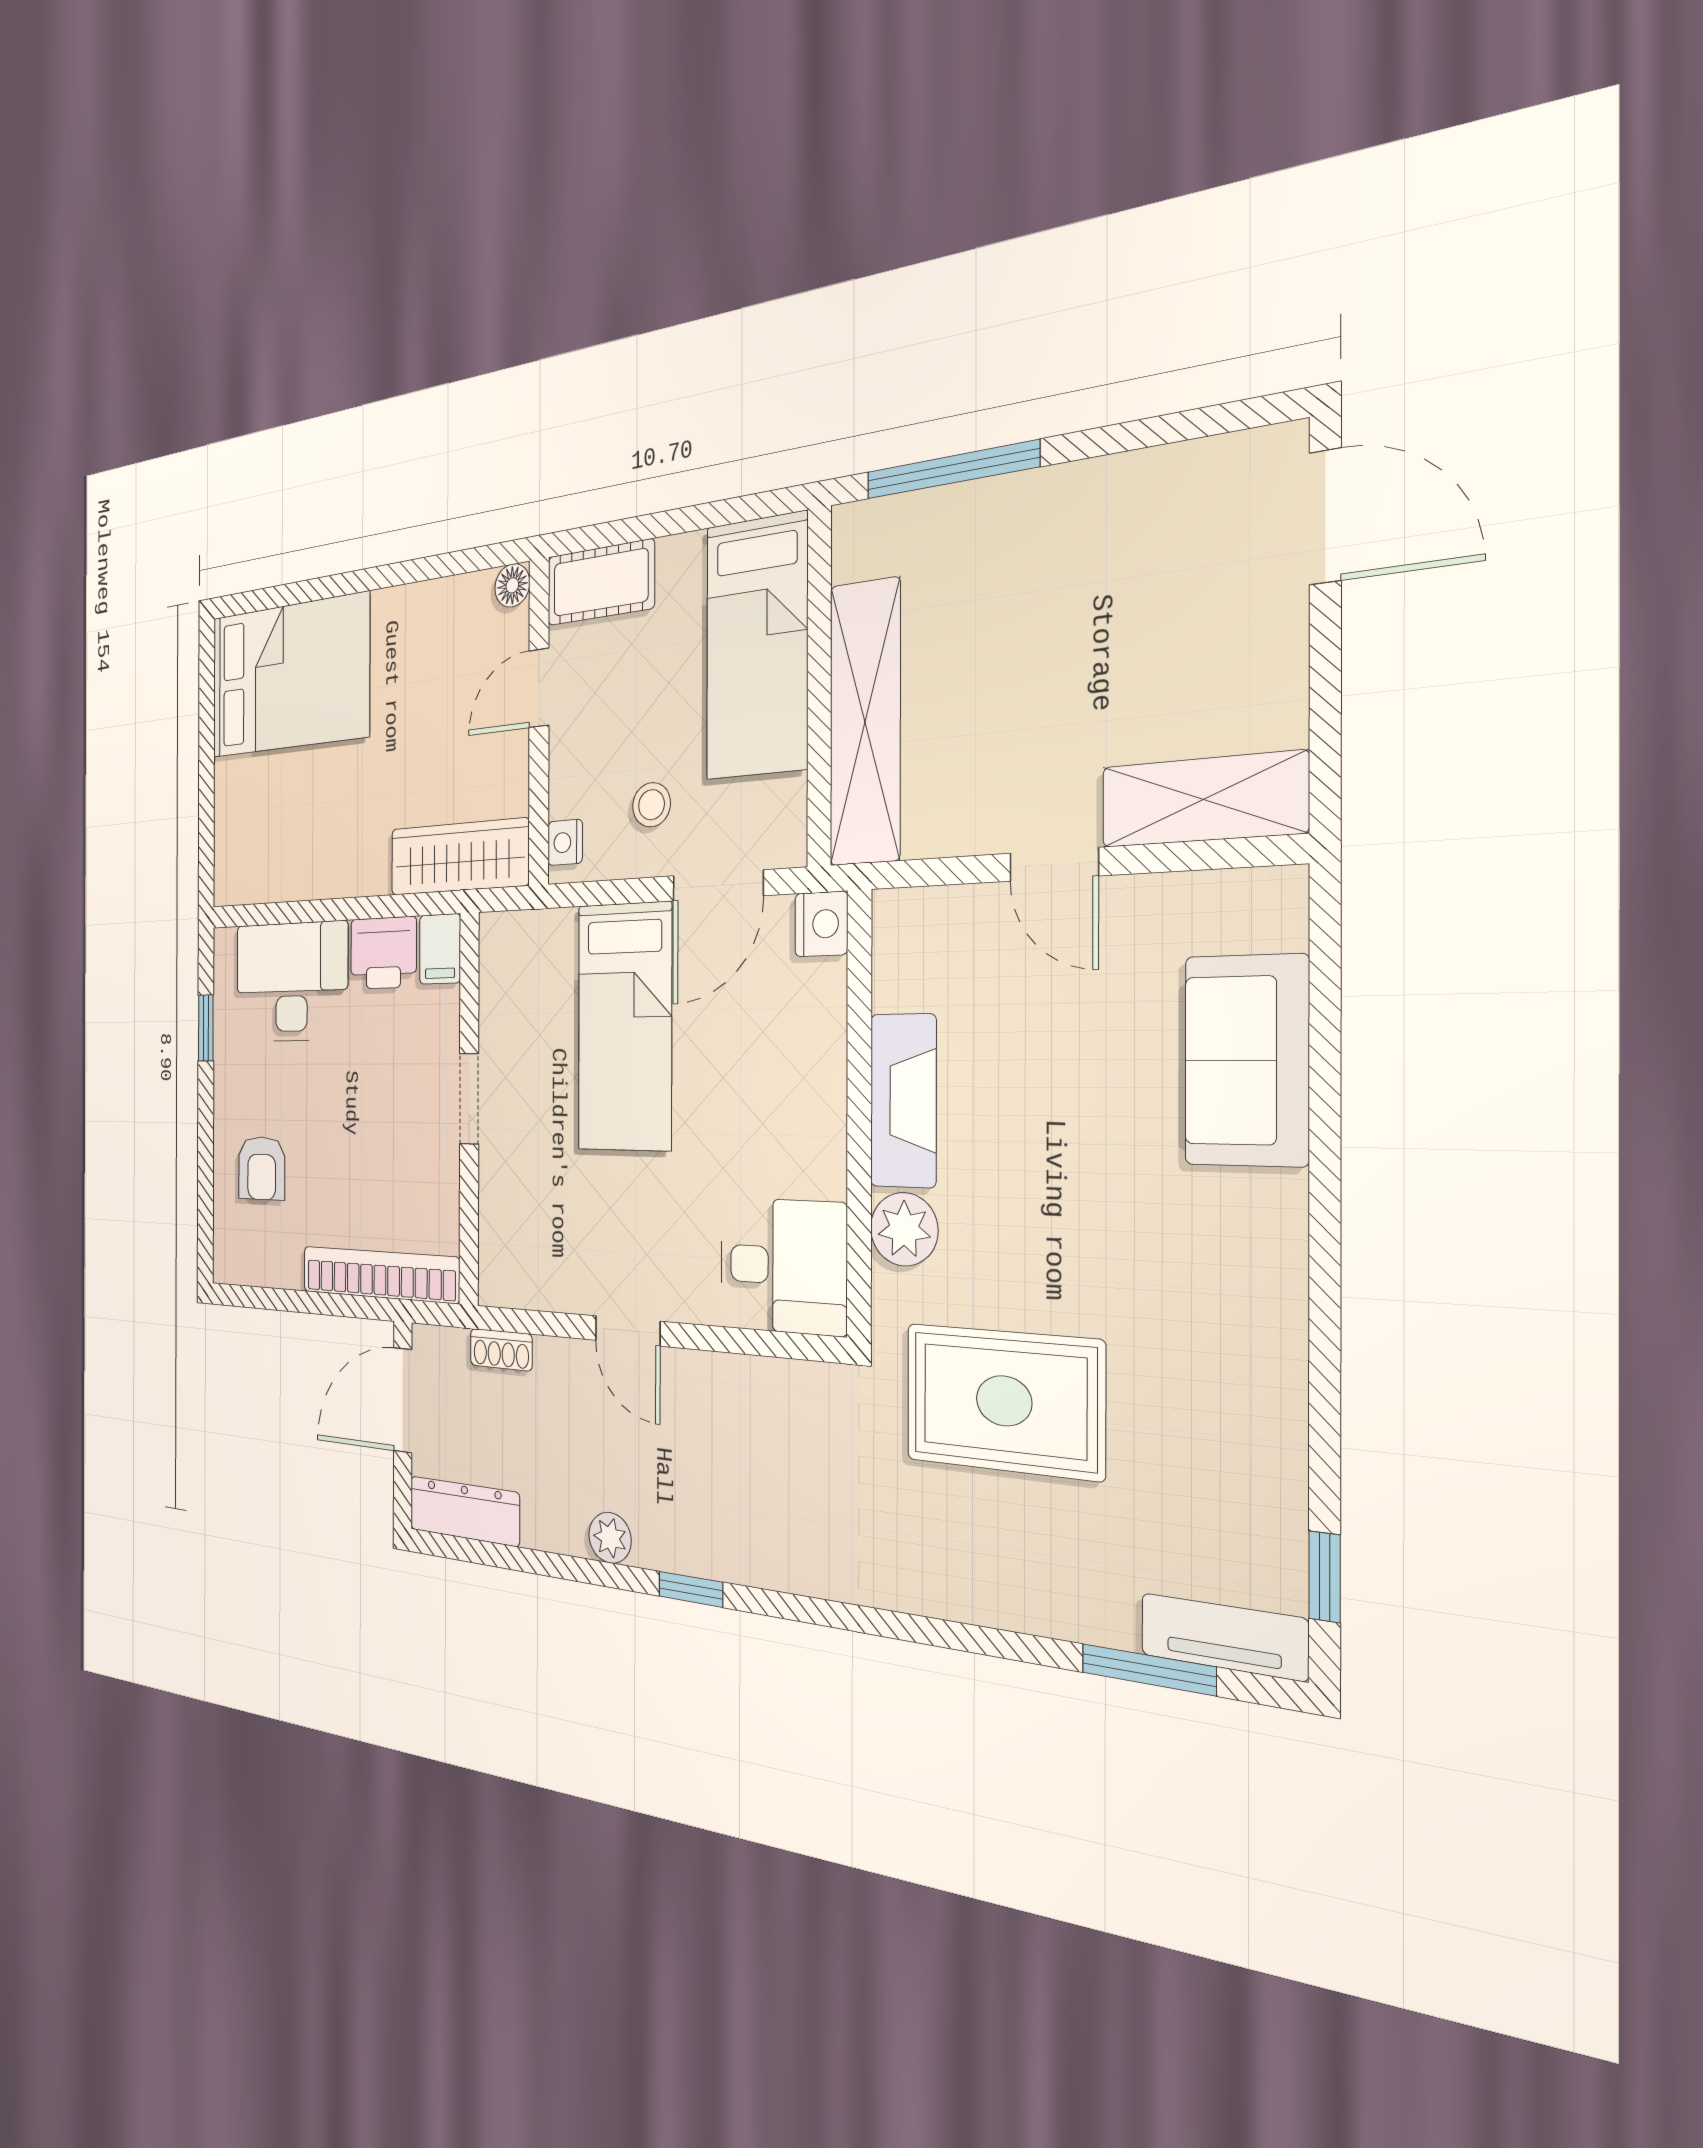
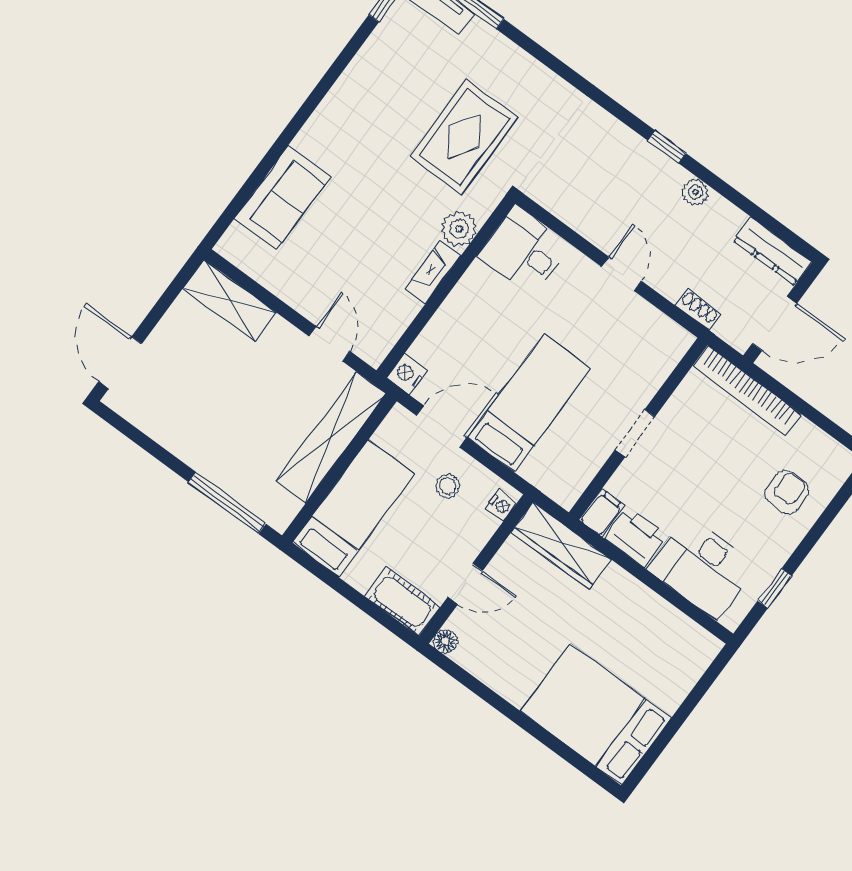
door: (1054, 864) -> (329, 344), moved
fireplace: (903, 1101) -> (433, 272), width x0.73, depth x0.76
rug: (1004, 1401) -> (464, 137), turned 90

